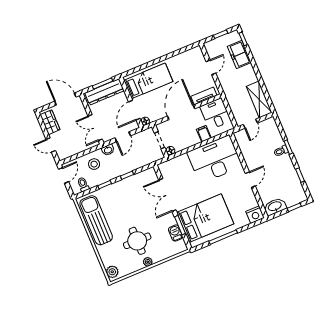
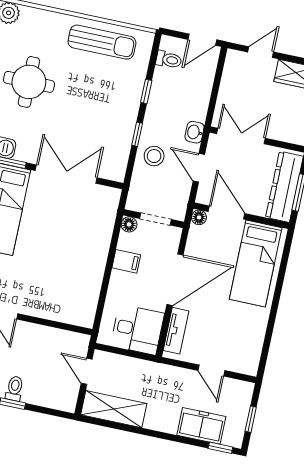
door: (181, 112) -> (175, 280), hinge flipped
filing cabinet: (204, 134) -> (126, 261), moved
desk: (215, 159) -> (70, 281), removed
stool: (94, 164) -> (154, 156), moved
door: (64, 175) -> (202, 40), hinge flipped
sun lounger: (96, 220) -> (102, 42), width x0.73, depth x0.75

